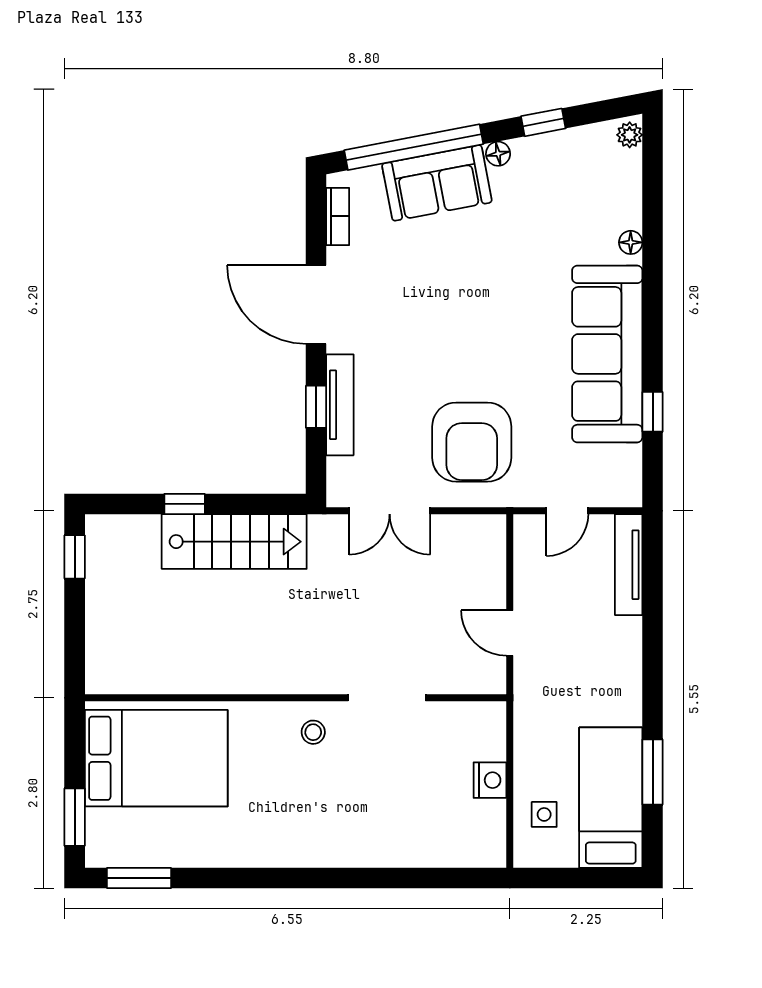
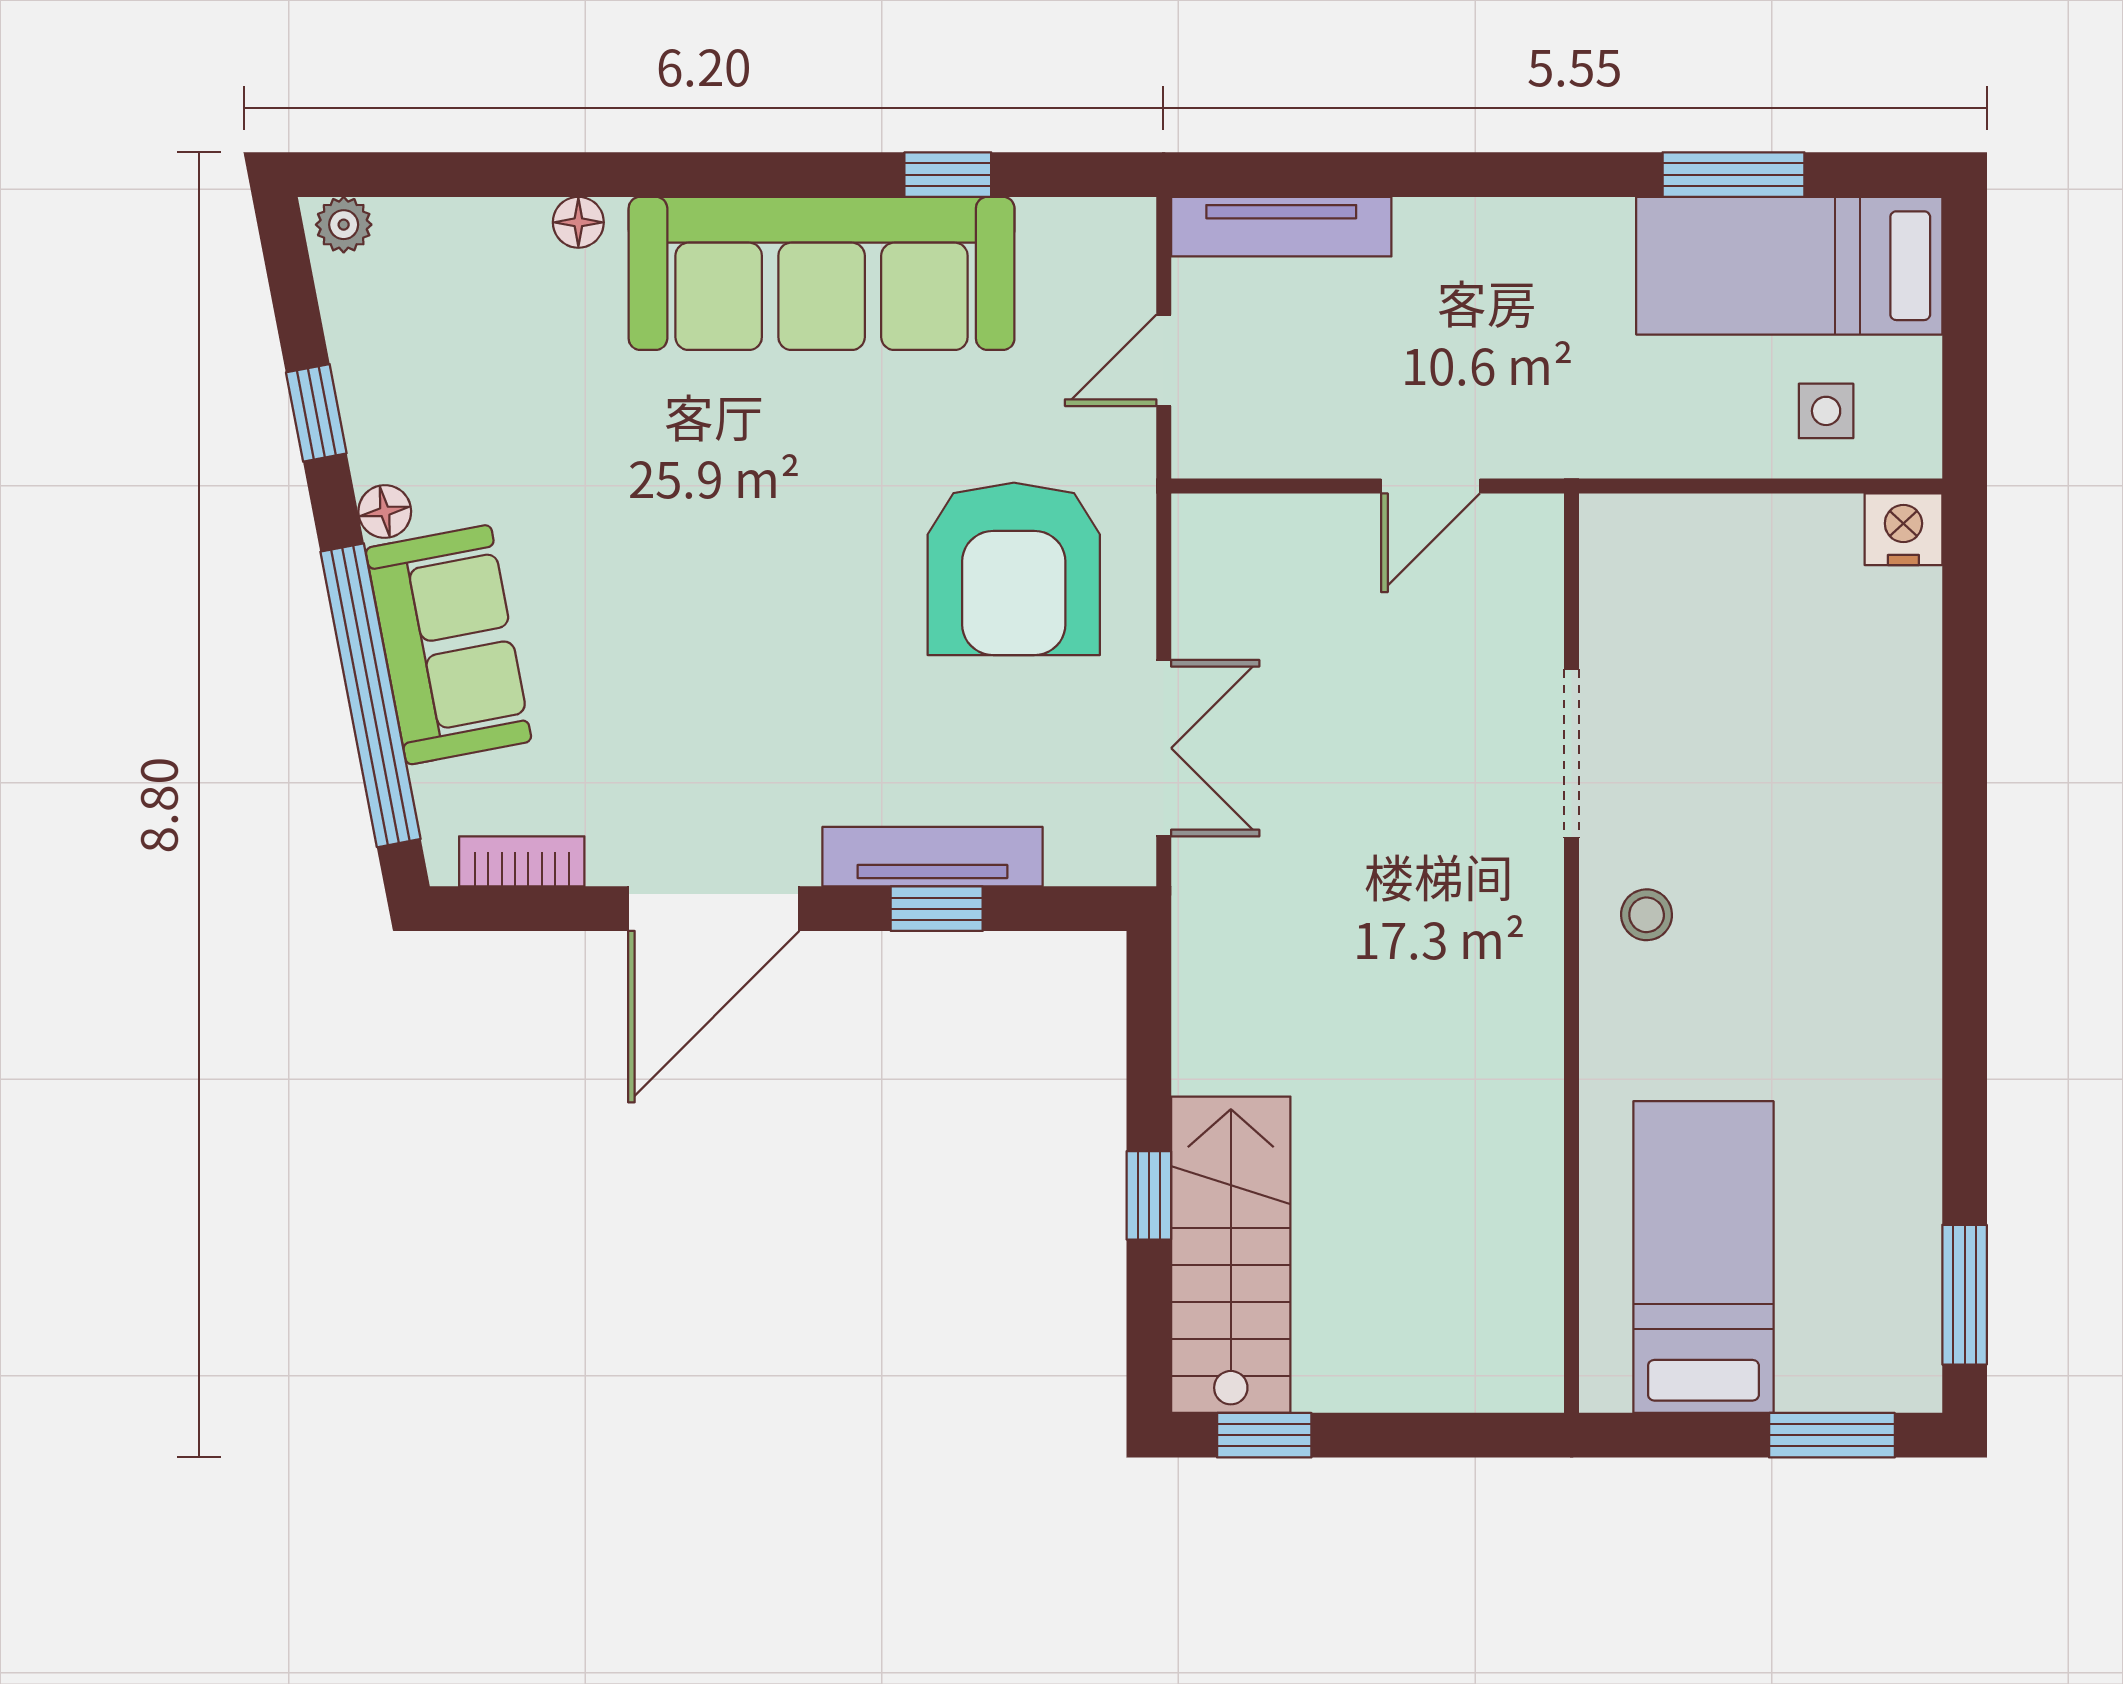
armchair: (472, 442) -> (1014, 569), turned 90
door: (567, 511) -> (1164, 360), swing flipped
stairs: (234, 542) -> (1231, 1255), moved
bed: (156, 758) -> (1703, 1257), width x0.67
nightstand: (490, 780) -> (1903, 529), moved

